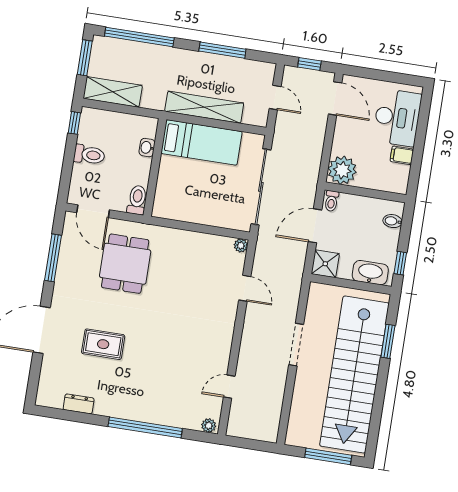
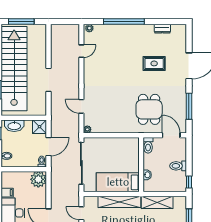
shelving: (113, 92) -> (157, 202), moved

